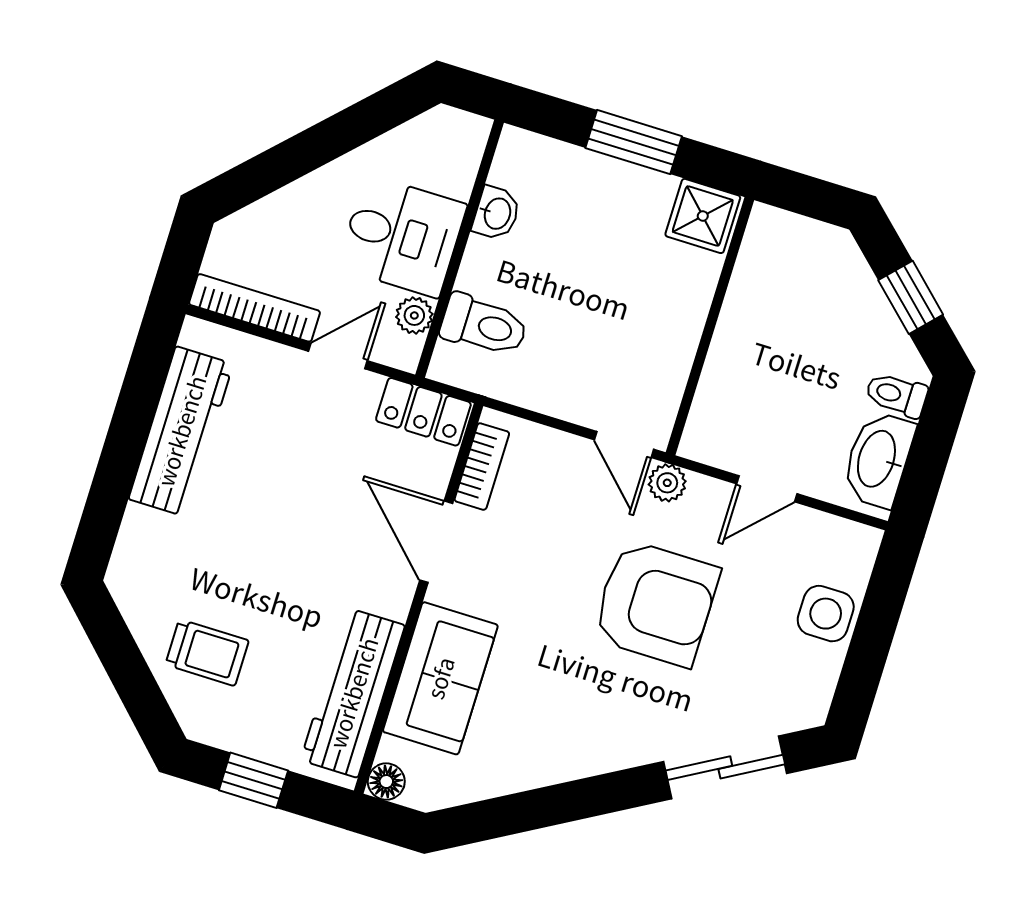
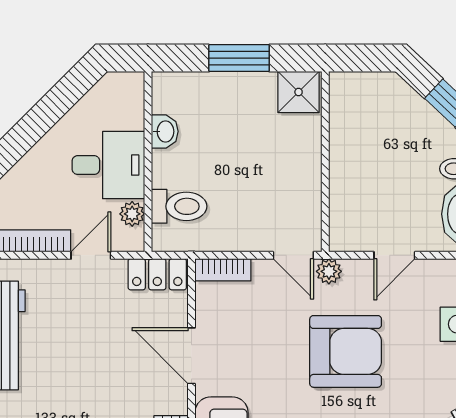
bookcase: (482, 467) -> (223, 270), moved, turned 90

